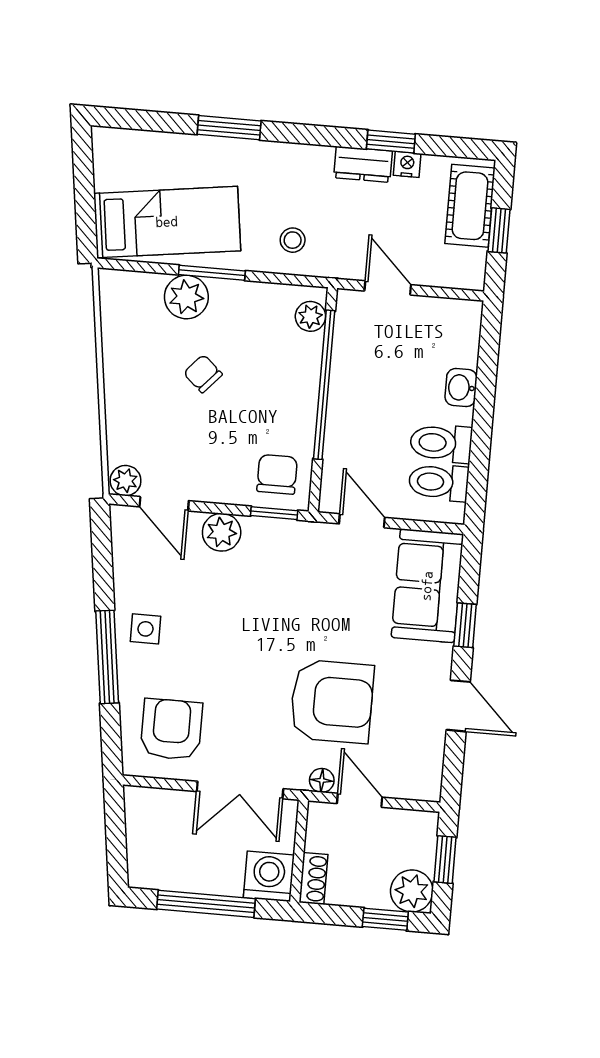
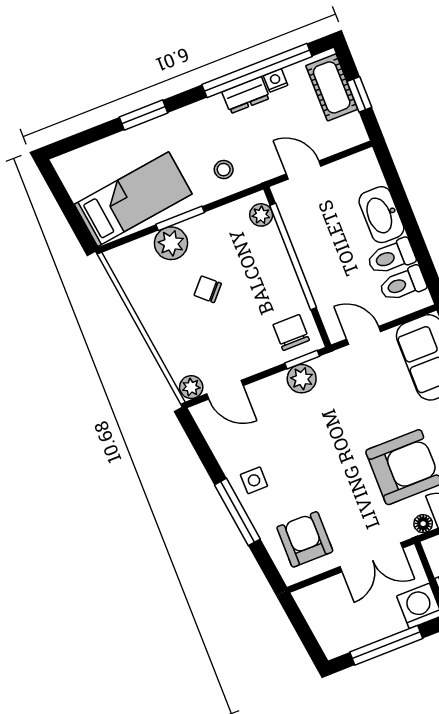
window: (391, 142) -> (257, 70), width x3.17
washbasin: (461, 388) -> (381, 215), width x1.91, depth x1.45
plant: (222, 532) -> (302, 379), moved

